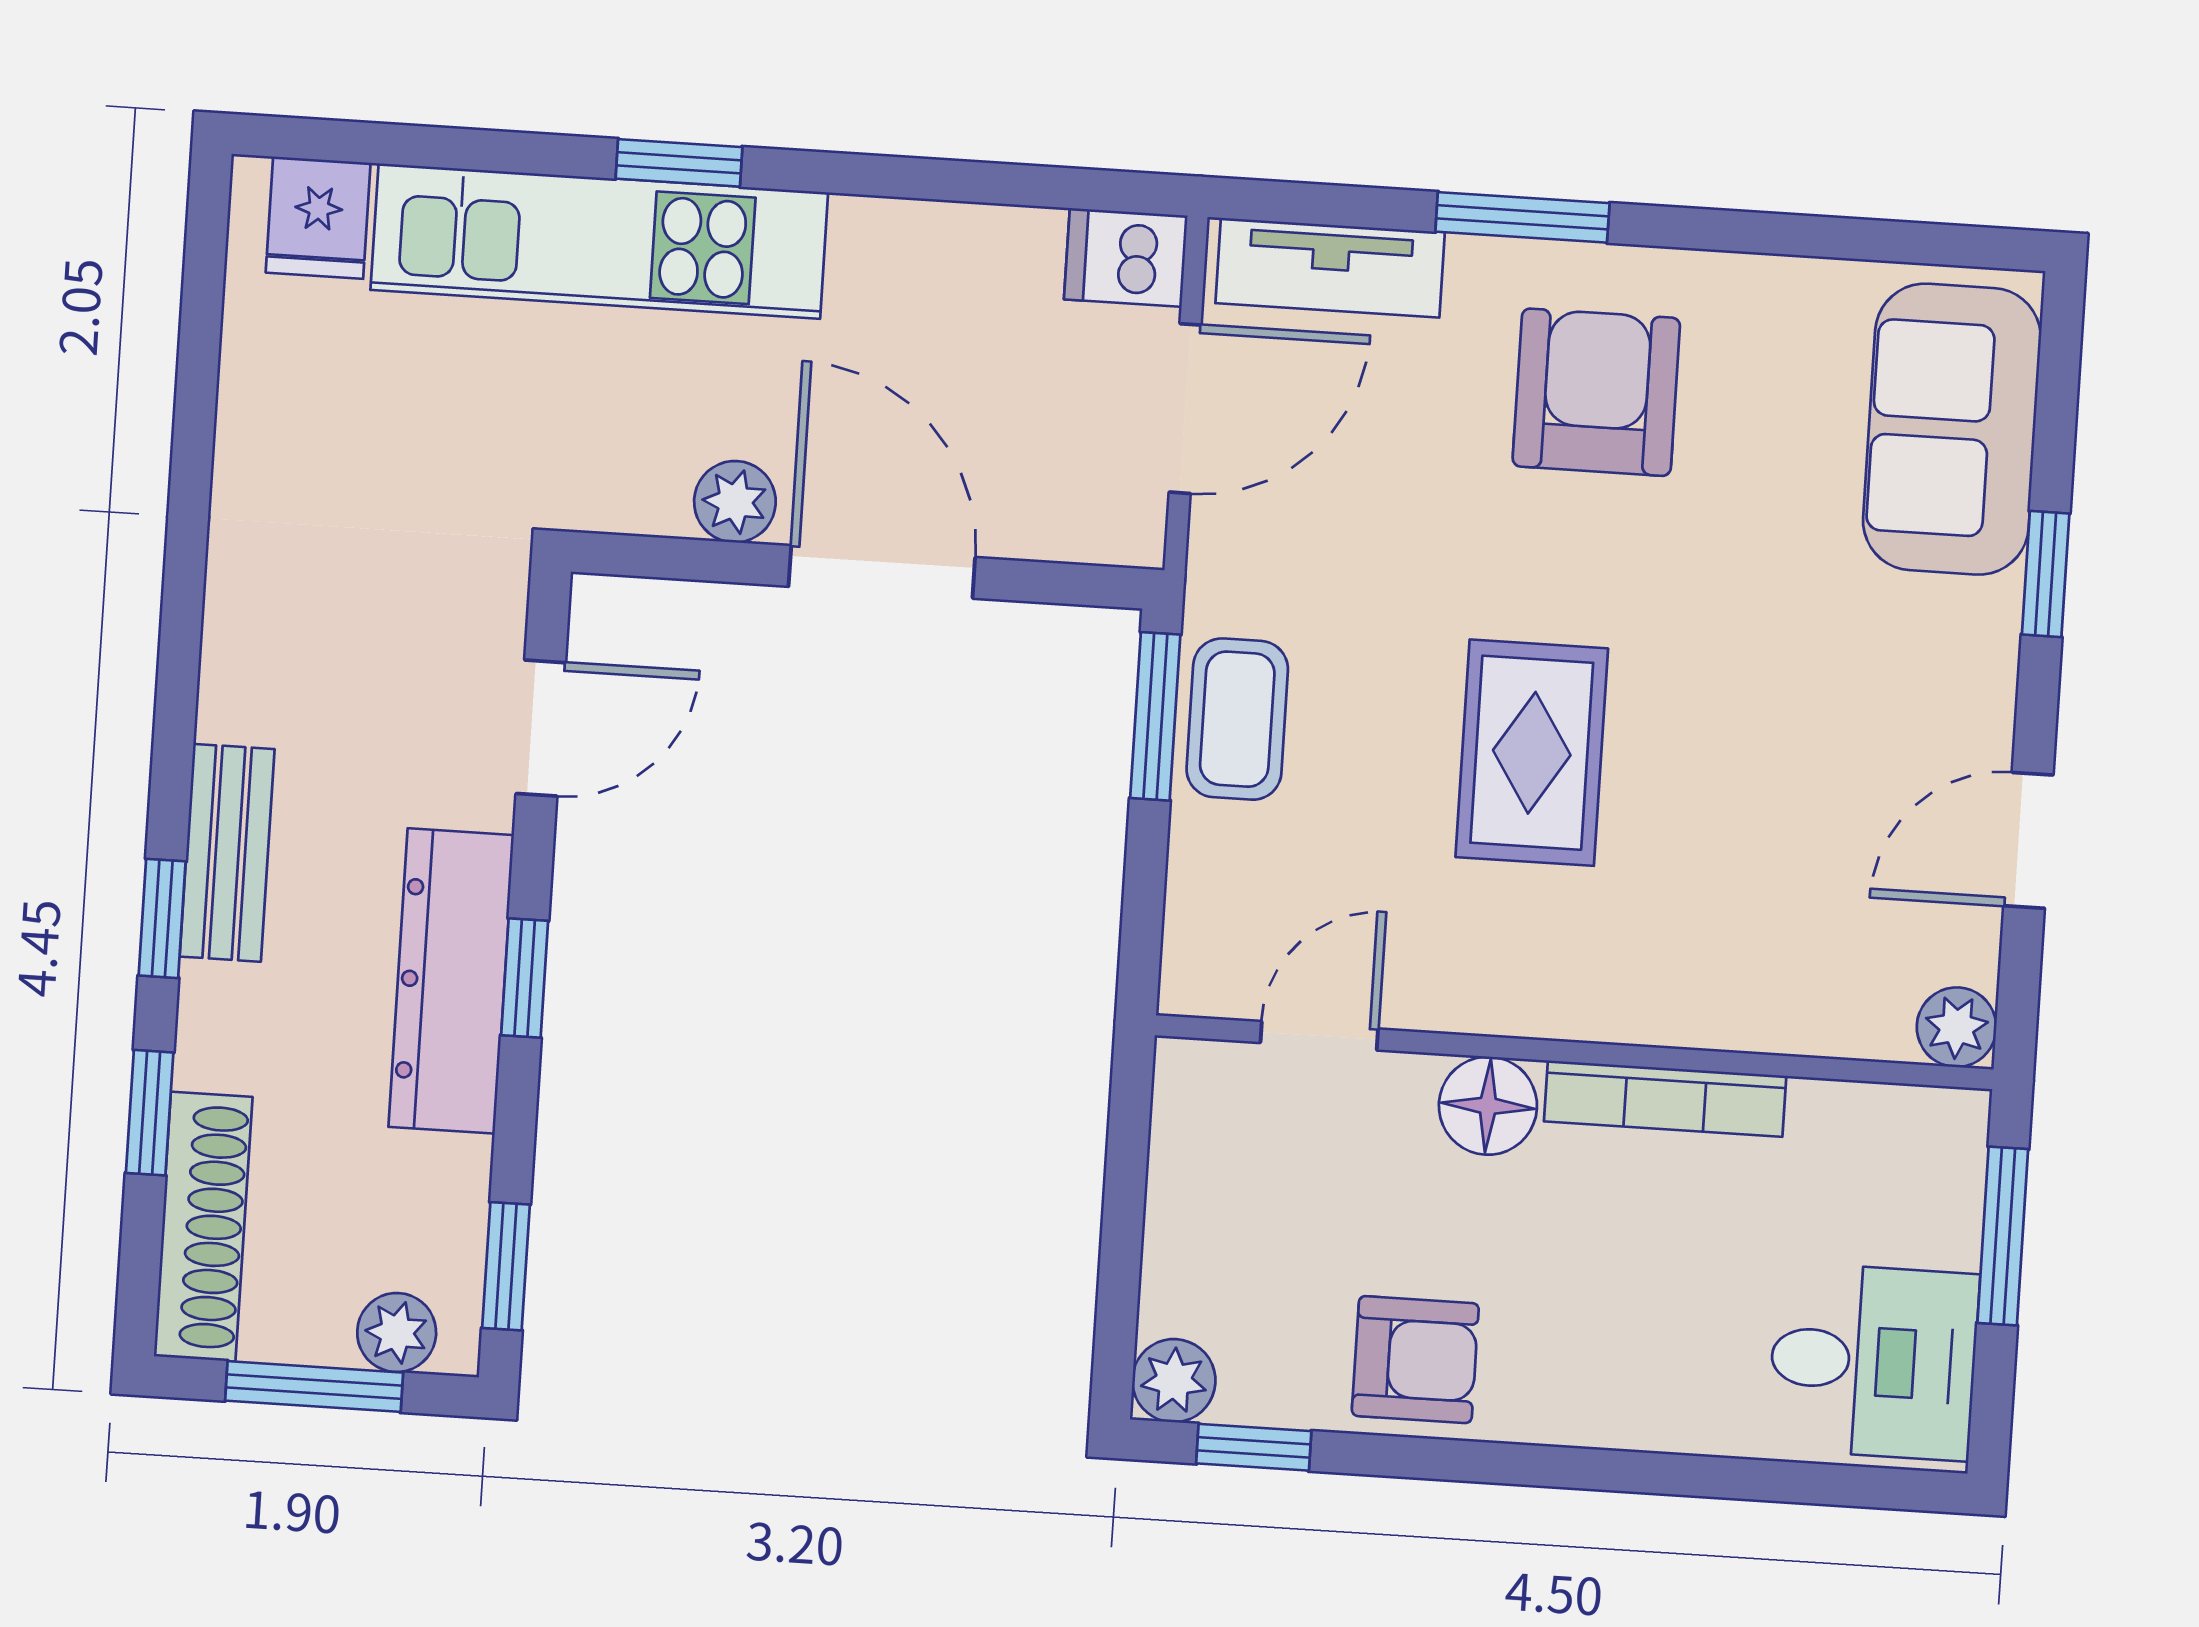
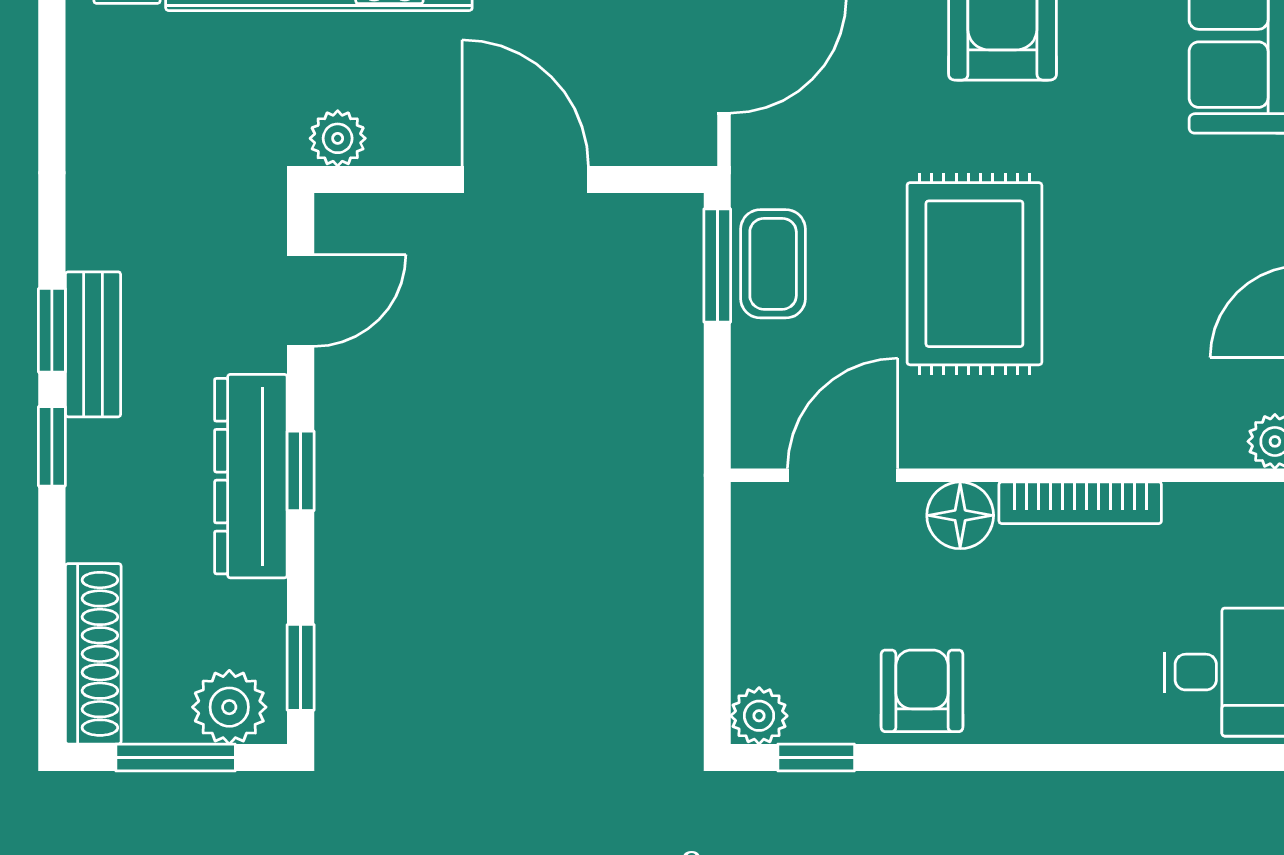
plant: (735, 502) -> (338, 138), moved
rug: (1532, 753) -> (974, 274), width x1.36, depth x1.43
bench: (227, 853) -> (93, 344), moved
door: (1319, 1036) -> (843, 475), width x1.38
window: (150, 1113) -> (52, 330), moved
plant: (397, 1333) -> (229, 707), width x1.38, depth x1.38
armchair: (1415, 1360) -> (922, 691), turned -90

